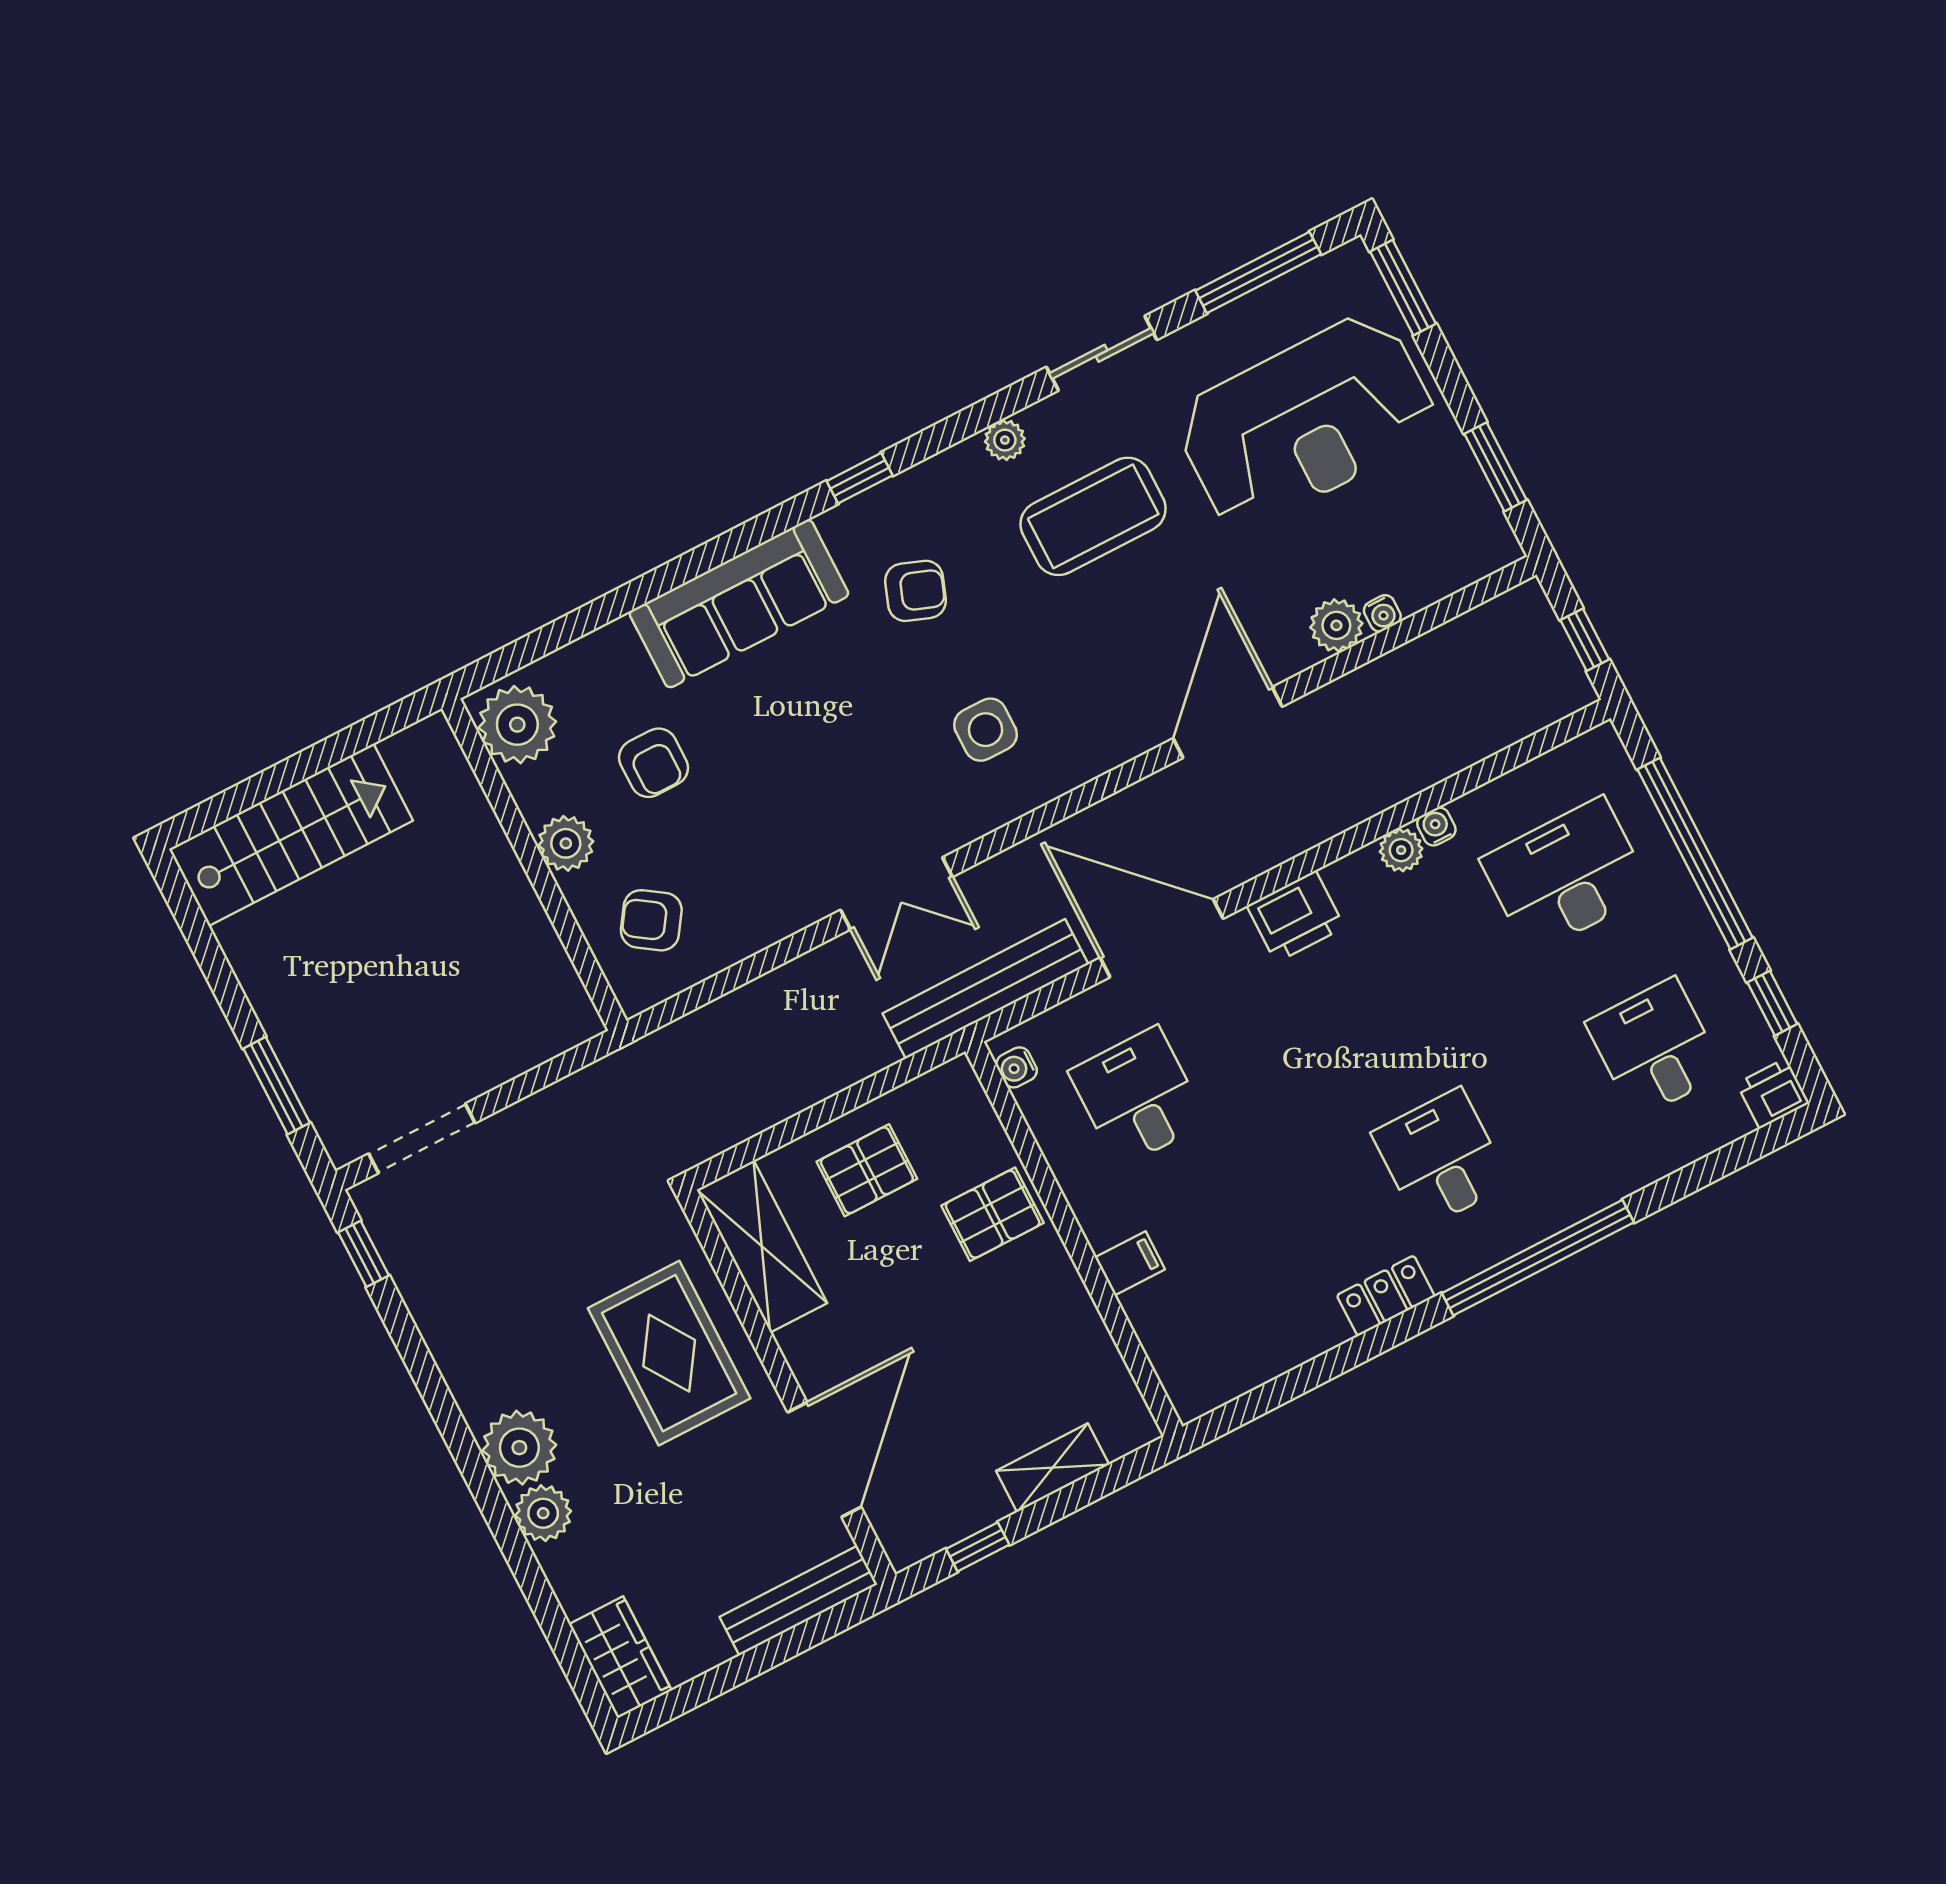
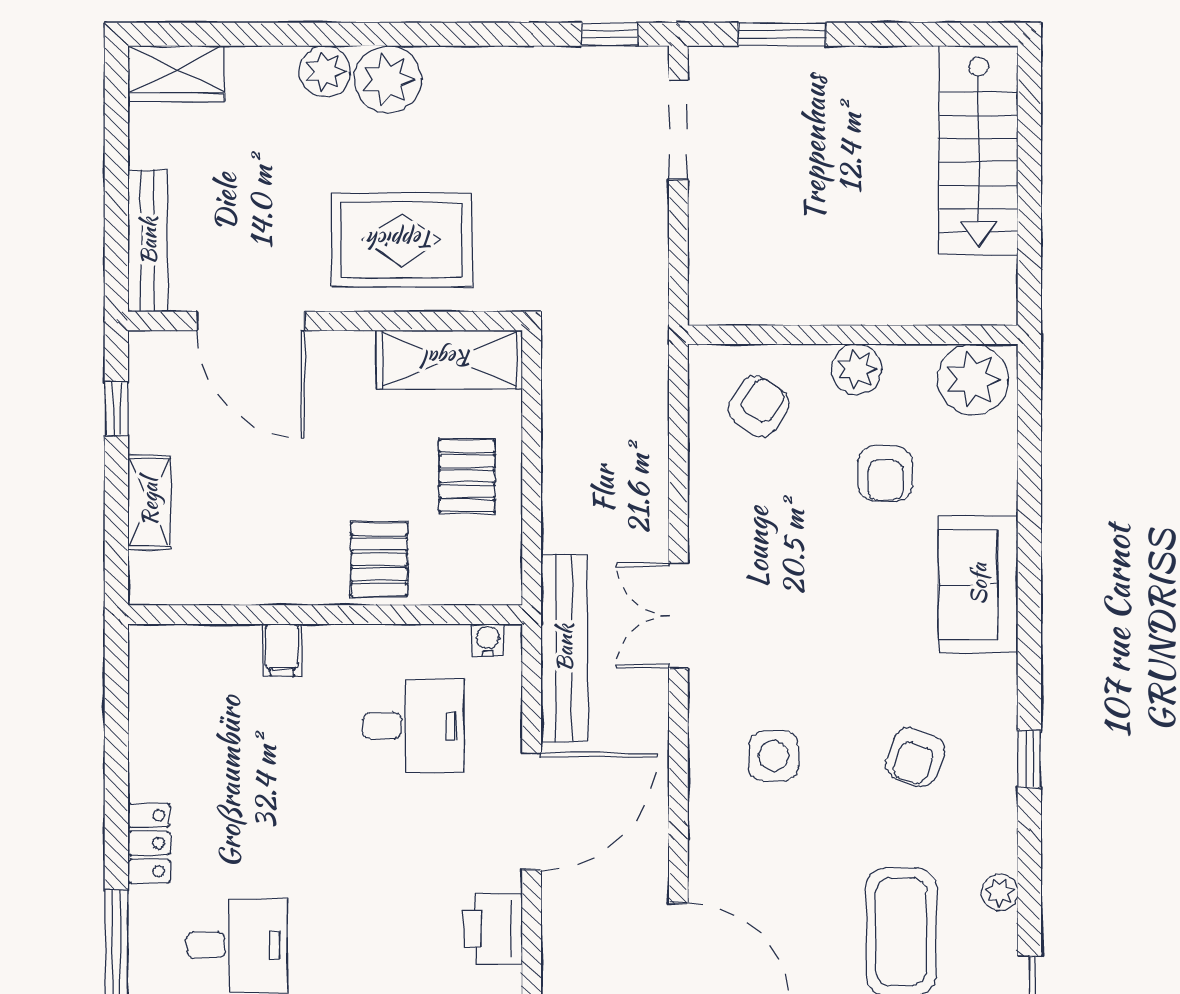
sofa: (739, 604) -> (978, 584), width x0.73
armchair: (654, 763) -> (885, 474), turned -90

